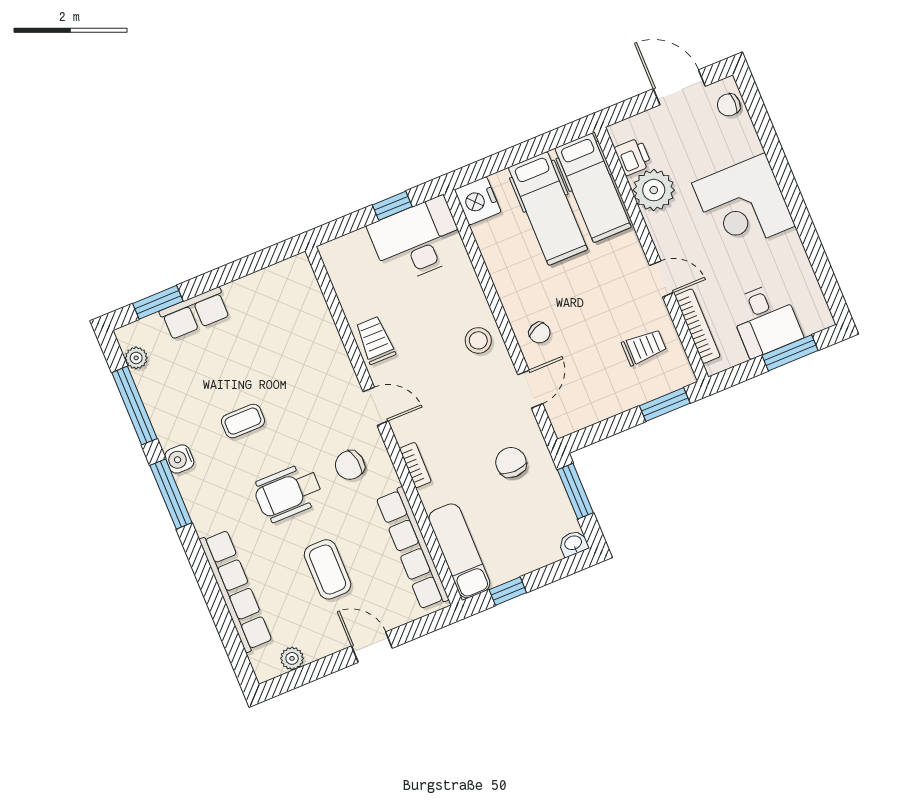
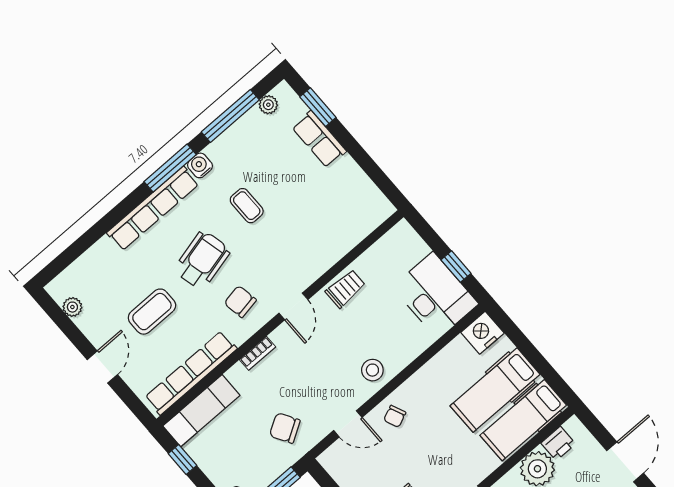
chair: (511, 462) -> (285, 428), turned -121
wheelchair: (288, 493) -> (202, 260), turned 76
row of seats: (236, 591) -> (153, 208), moved

